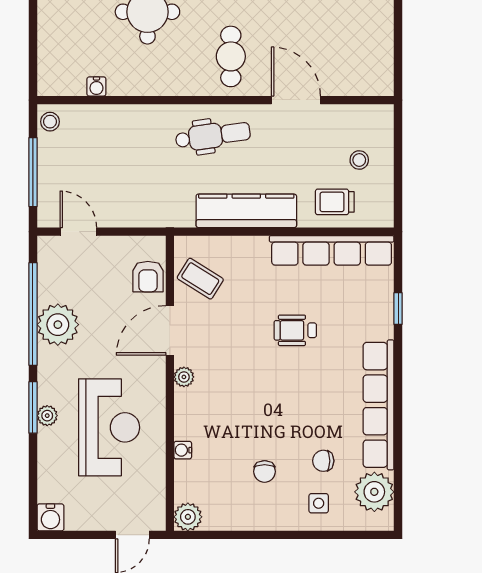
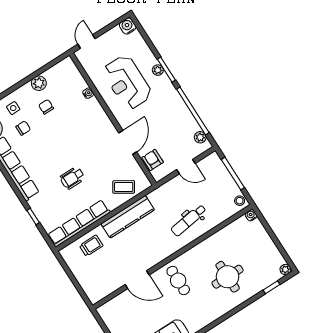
water cooler: (96, 86) -> (251, 215), moved
dental chair: (213, 136) -> (189, 220), moved
stool: (359, 160) -> (92, 271), removed
door: (78, 232) -> (186, 167), moved
coffee table: (200, 279) -> (124, 187), moved
plant: (58, 325) -> (200, 137), moved, width x0.53, depth x0.53
wheelchair: (295, 330) -> (72, 178), turned 180
plant: (184, 377) -> (108, 126), removed
plant: (188, 517) -> (39, 83), moved

